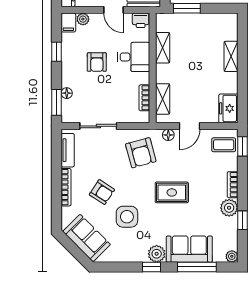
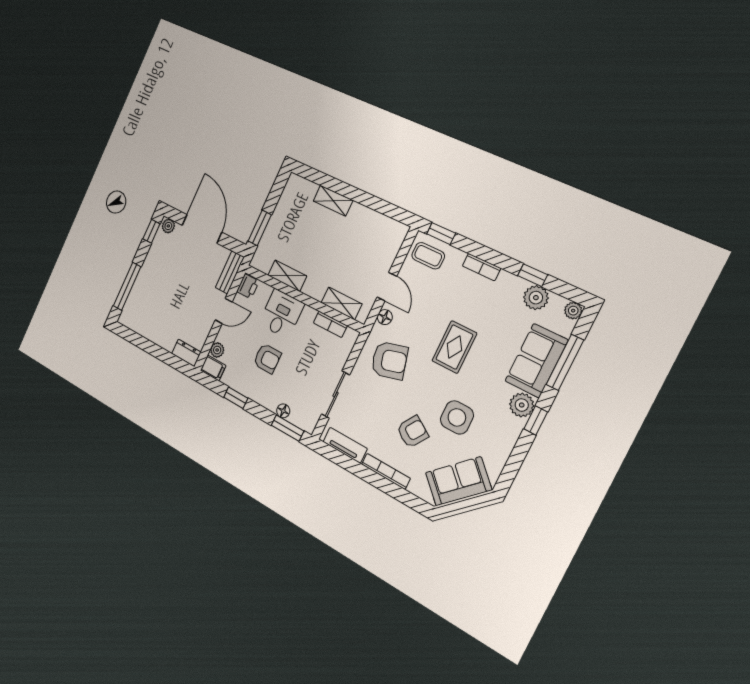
freezer: (228, 108) -> (389, 230), removed
coffee table: (224, 145) -> (428, 256), turned 90
plant: (229, 208) -> (536, 298), moved

